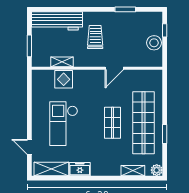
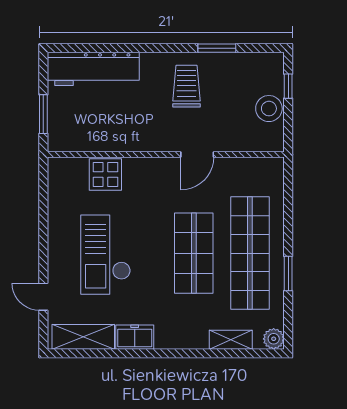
trolley: (95, 37) -> (187, 86), moved
shelving: (62, 62) -> (103, 143), removed
shop shelf: (112, 123) -> (194, 253), width x1.43, depth x1.36

